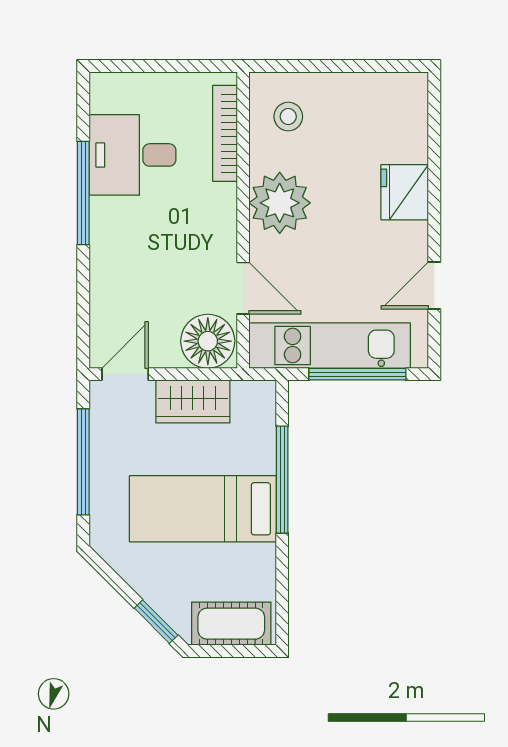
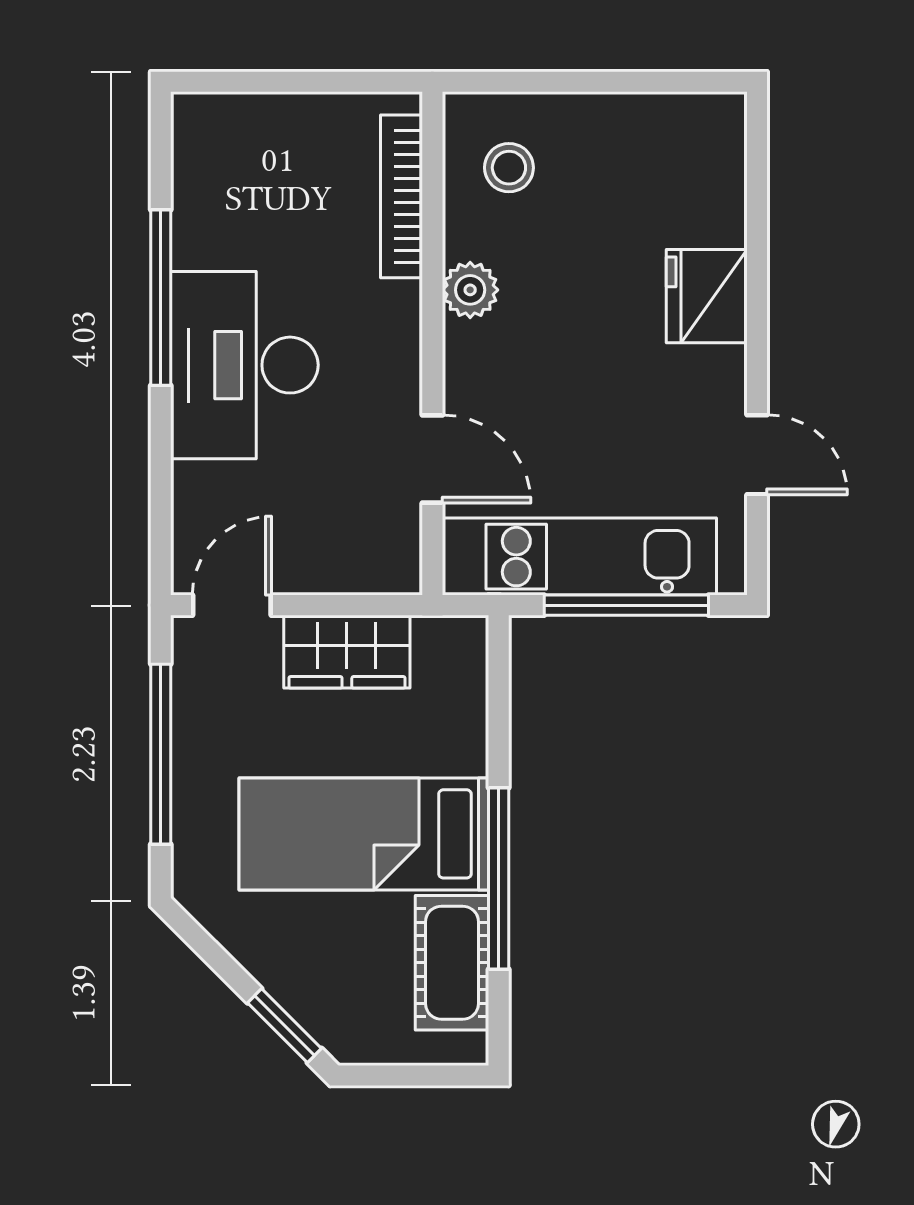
desk: (132, 155) -> (244, 365), moved, width x1.37
plant: (280, 203) -> (470, 290), width x0.53, depth x0.53
door: (434, 286) -> (757, 455), swing flipped
floor lamp: (208, 341) -> (372, 549), removed
window: (282, 480) -> (499, 879), moved
cot: (231, 624) -> (452, 963), moved, turned 90

